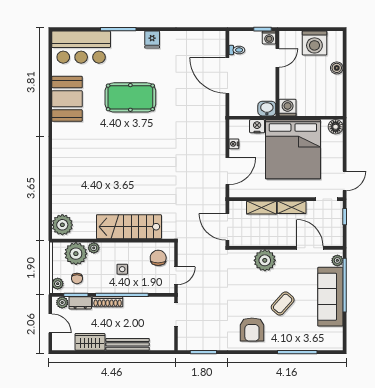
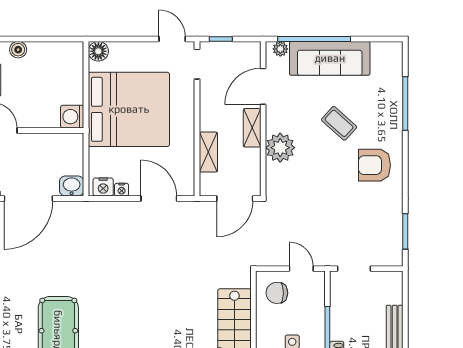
washbasin: (267, 109) -> (72, 186), moved, turned 90
nightstand: (257, 126) -> (103, 187), moved, turned -90
shelving: (292, 207) -> (252, 128), moved
armchair: (252, 330) -> (374, 165), turned 180

